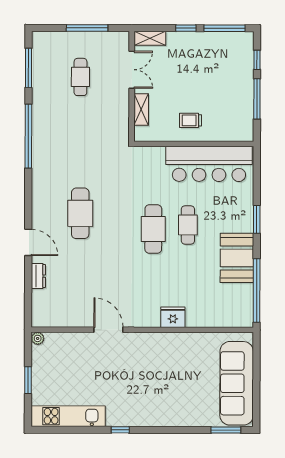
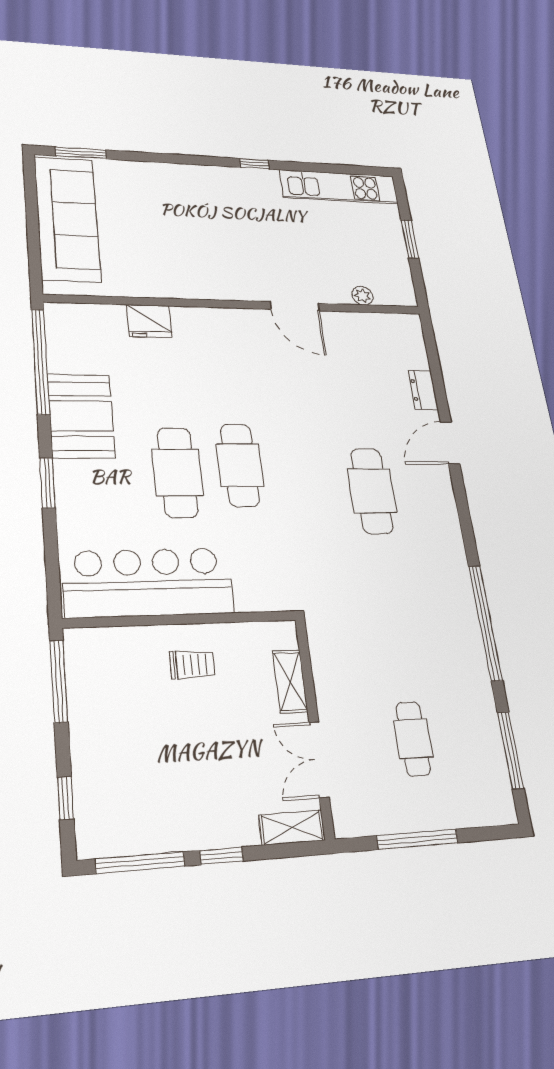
window: (257, 99) -> (59, 681), moved
cafe table: (188, 225) -> (178, 472), width x1.37, depth x1.35
door: (28, 242) -> (450, 443), hinge flipped
fridge: (173, 317) -> (149, 321), moved
plant: (38, 338) -> (363, 296), moved

